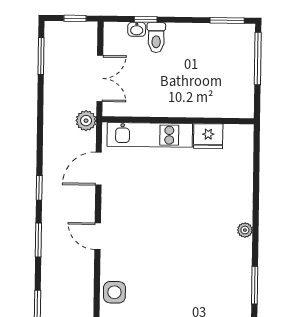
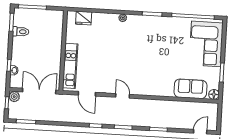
toilet: (156, 38) -> (21, 32), moved
double door: (100, 78) -> (39, 91), width x1.37
plant: (86, 121) -> (14, 97), moved
fridge: (208, 136) -> (84, 18), moved, turned 90
door: (98, 236) -> (123, 96), swing flipped
side table: (114, 292) -> (153, 88), removed

